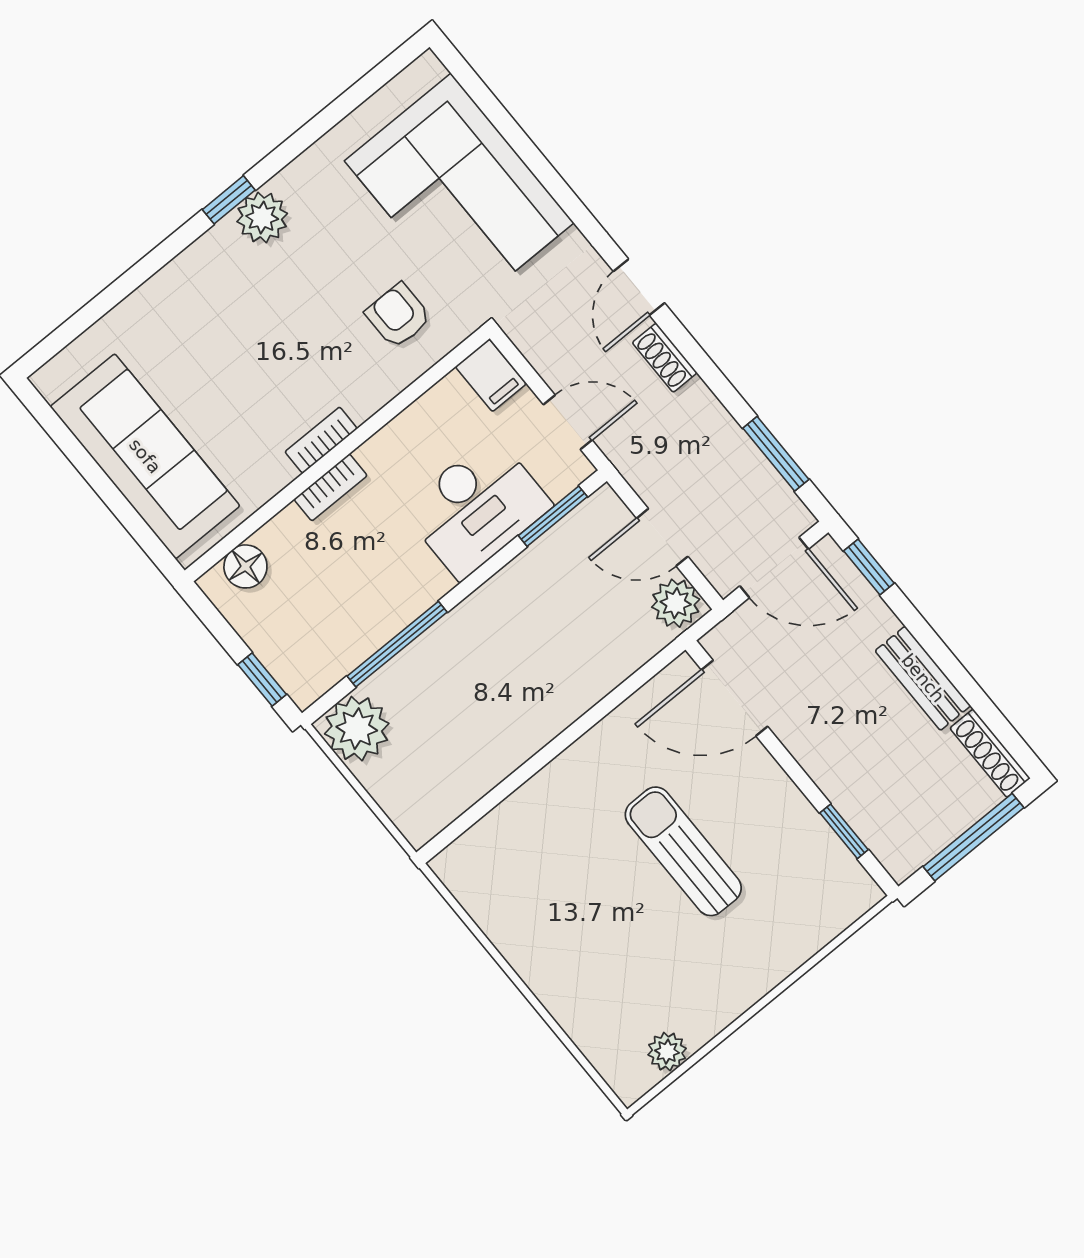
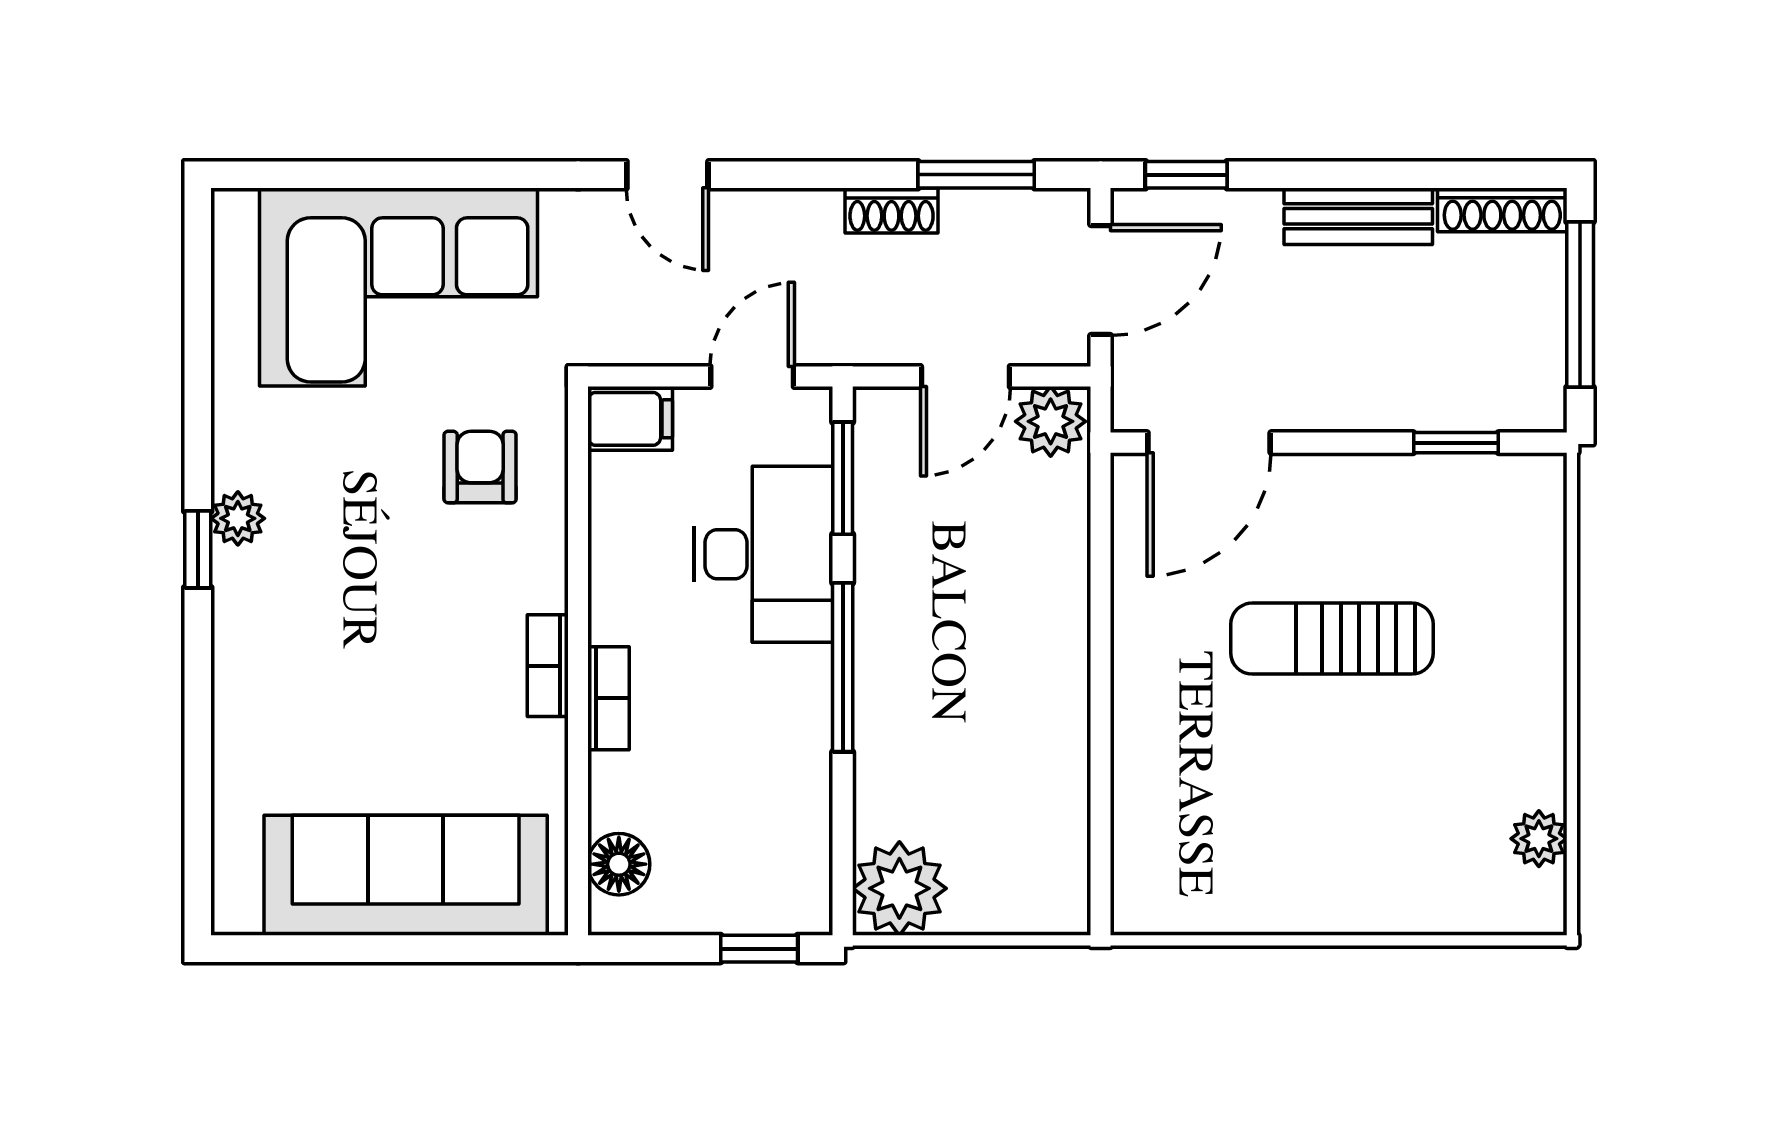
plant: (262, 218) -> (238, 518), width x0.73, depth x0.73
armchair: (398, 316) -> (480, 467), turned 90
shoe rack: (665, 358) -> (892, 211), moved
window: (397, 644) -> (843, 667), moved

